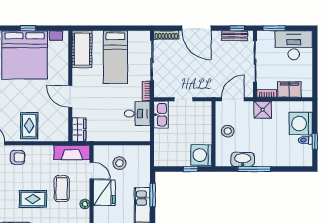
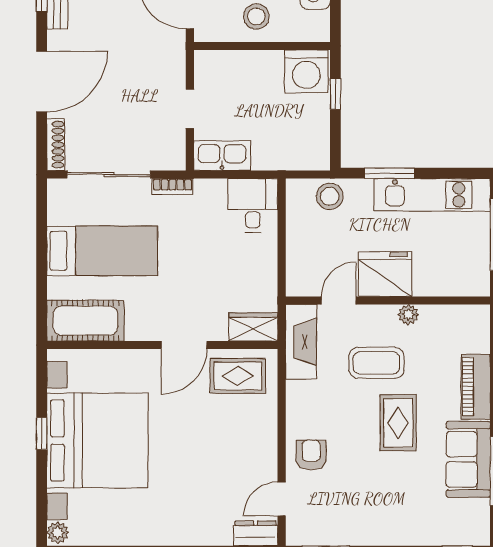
desk: (137, 114) -> (253, 205), moved
rug: (29, 126) -> (238, 376), moved
stool: (120, 163) -> (330, 196), moved

